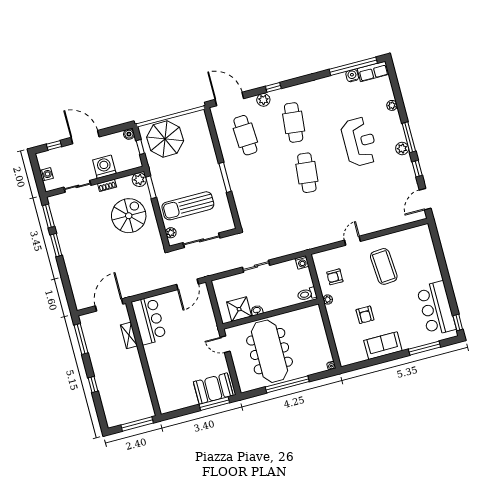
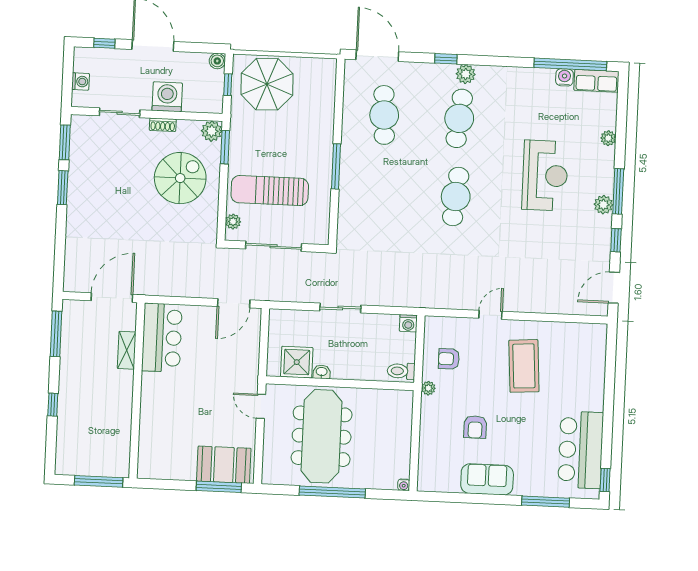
plant: (263, 100) -> (466, 74), moved

